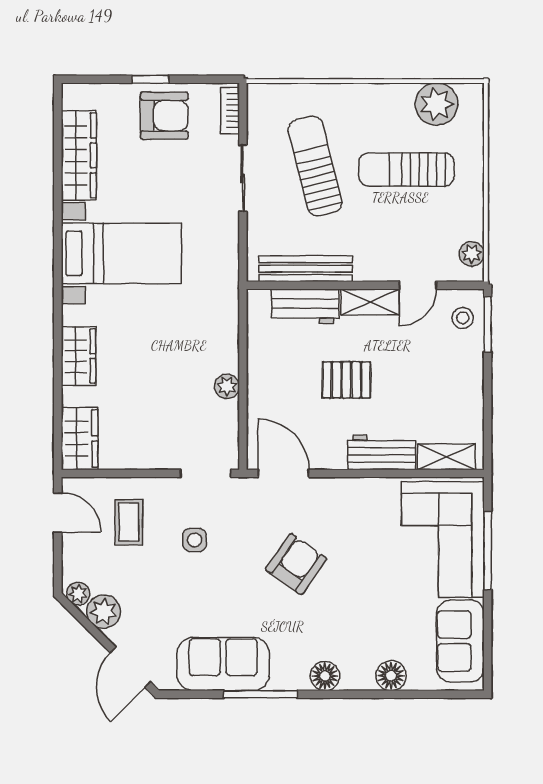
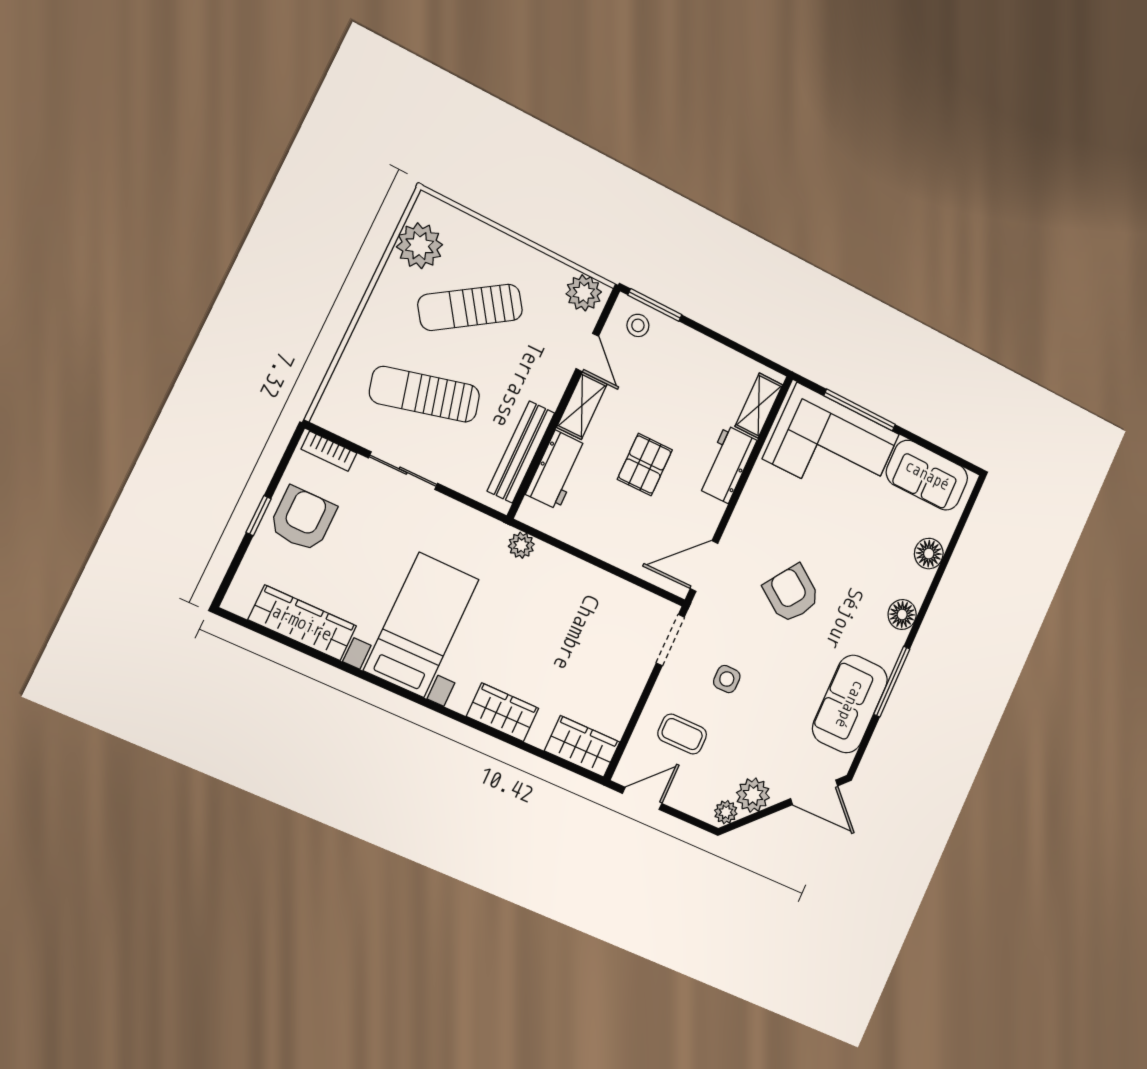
sun lounger: (406, 170) -> (470, 307), turned 56
plant: (472, 254) -> (584, 293), width x1.38, depth x1.38
plant: (227, 386) -> (521, 545), moved

